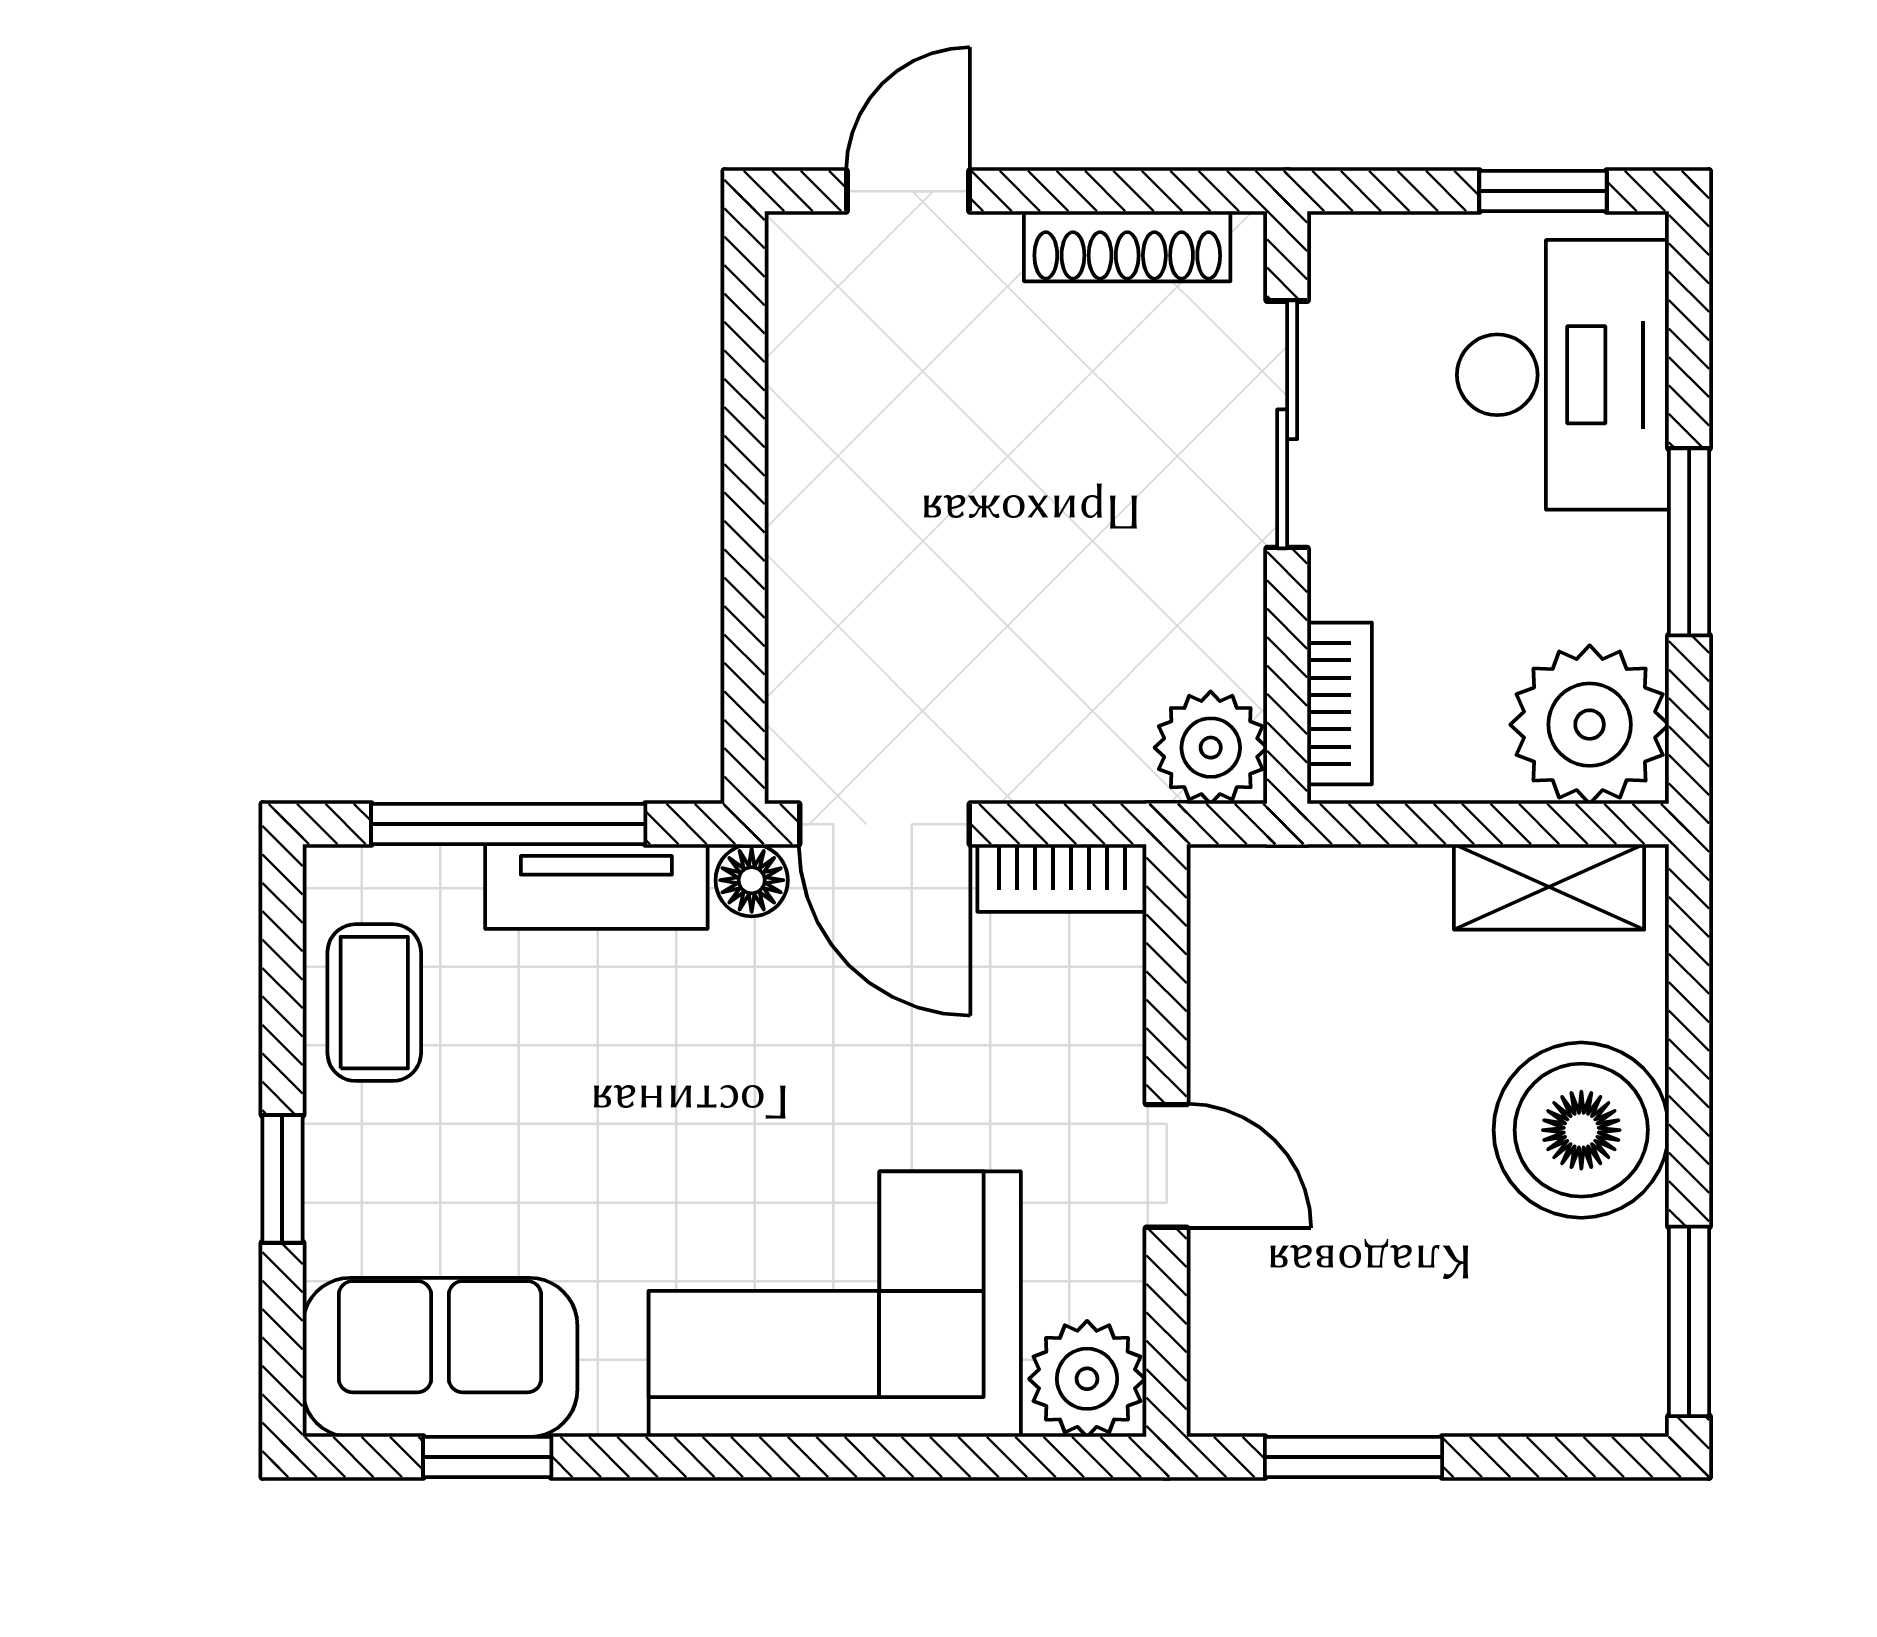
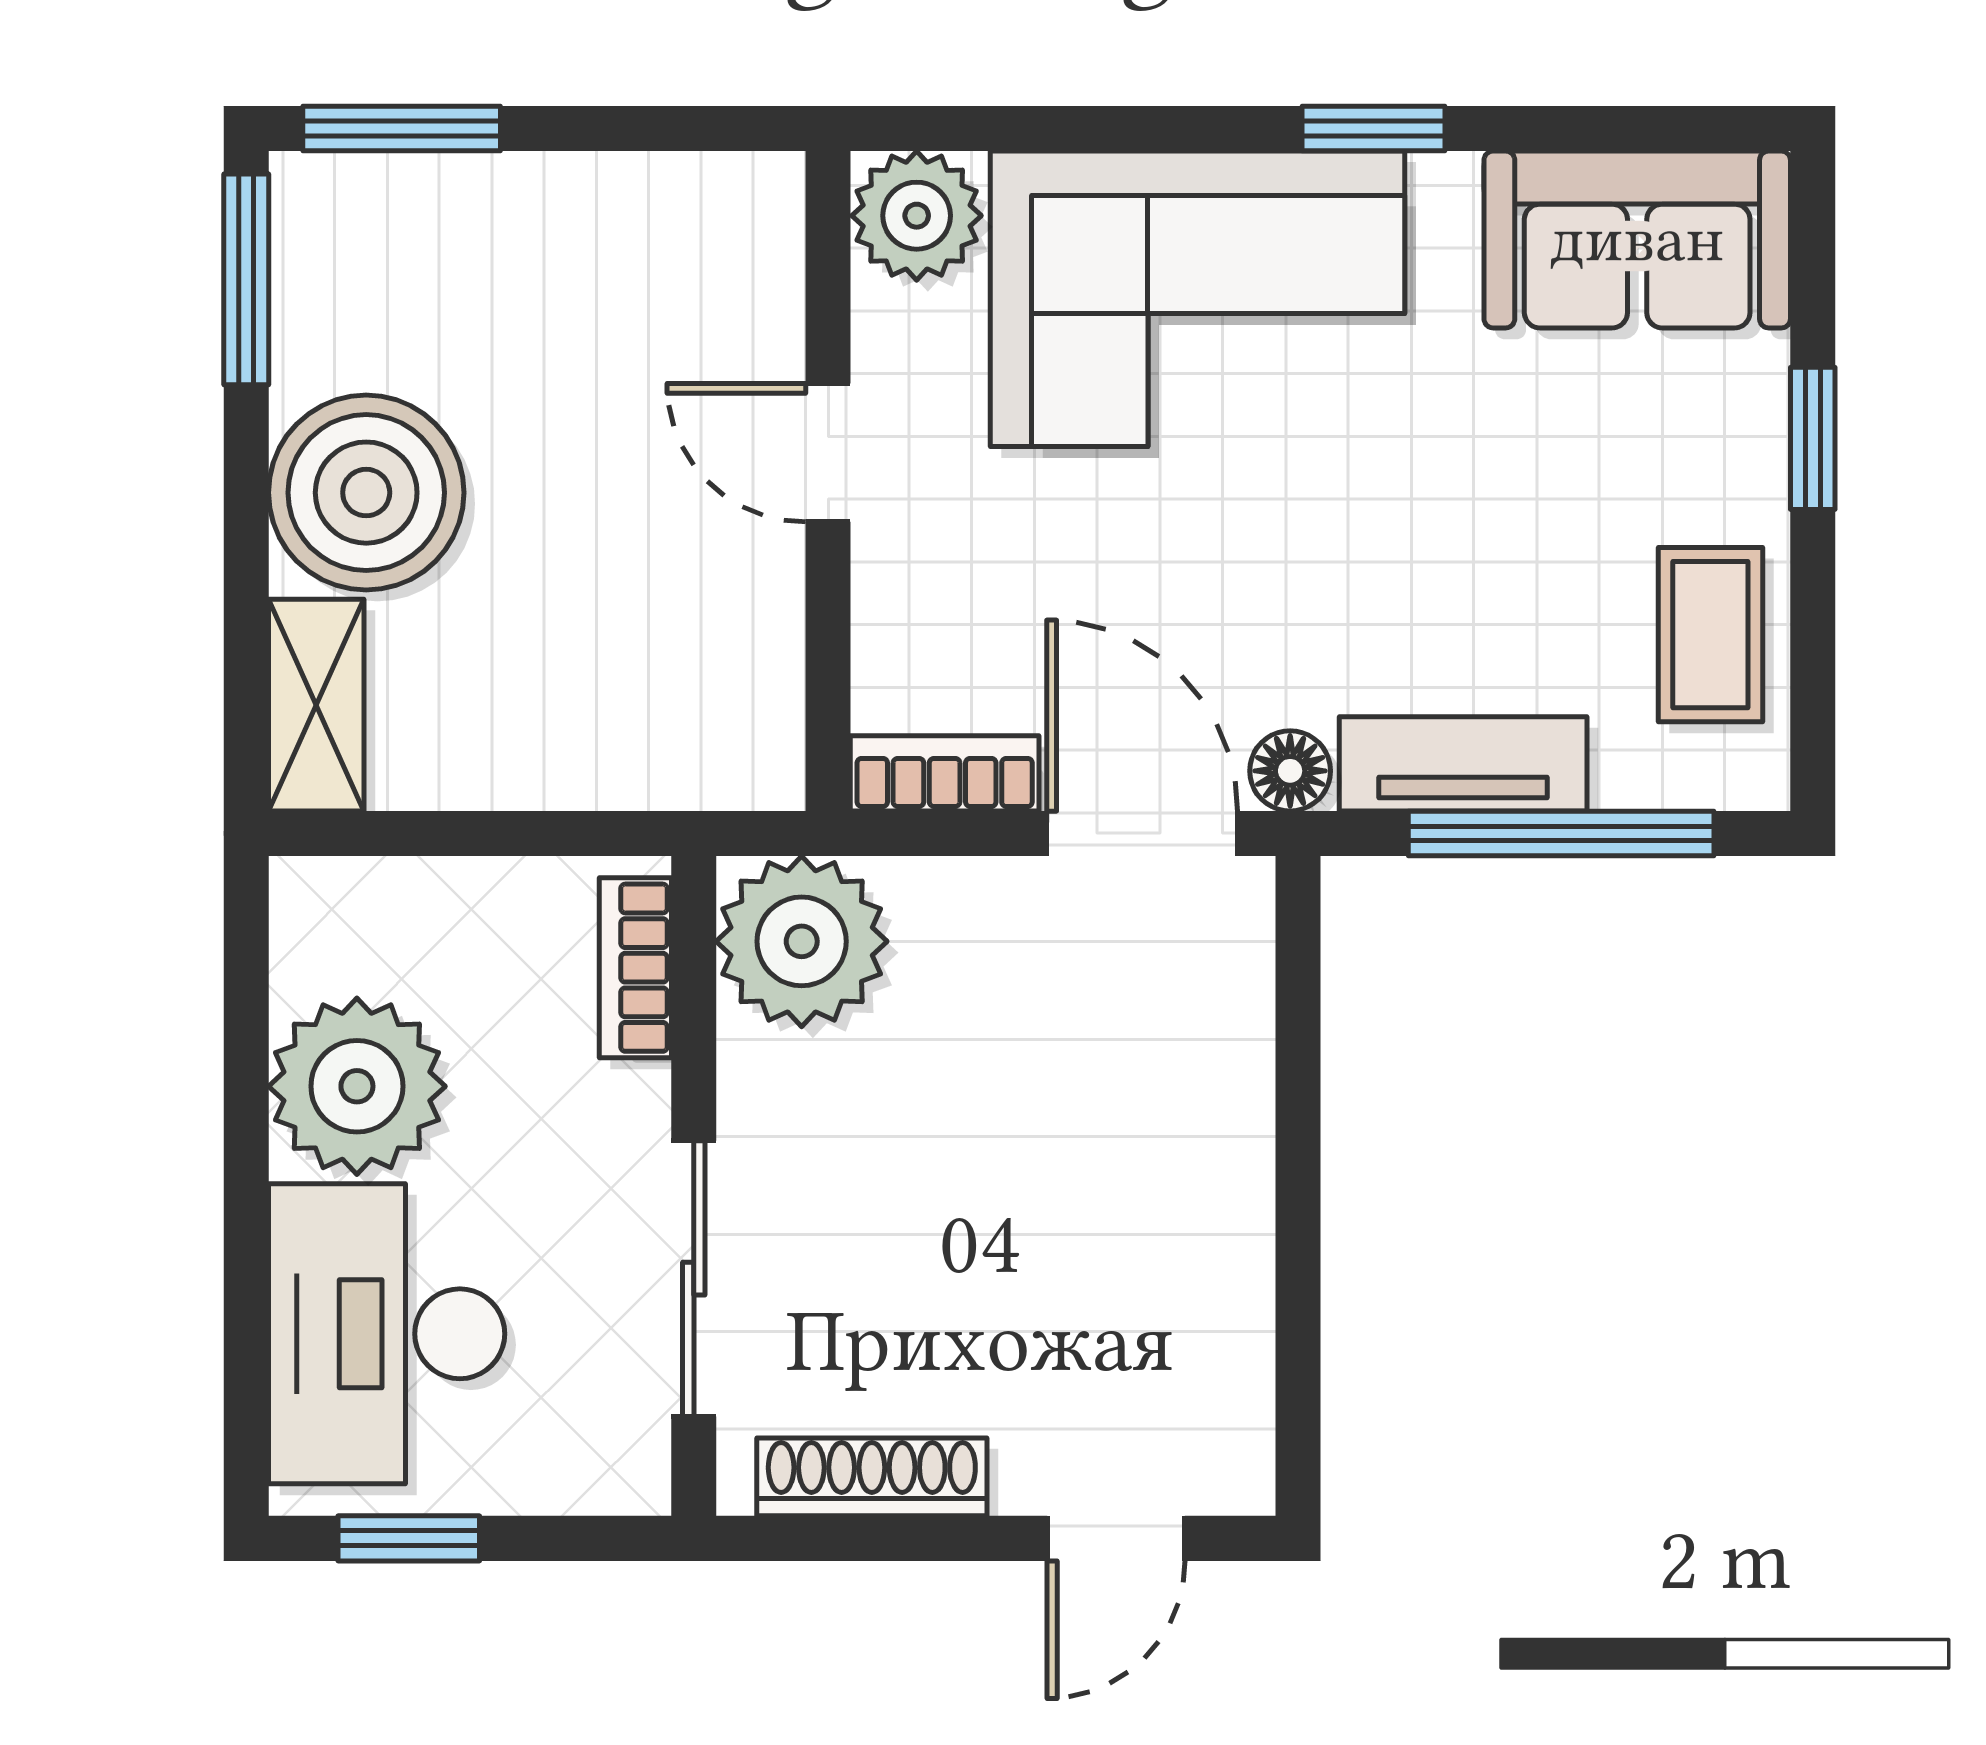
window: (1689, 542) -> (246, 1148), removed
plant: (1590, 725) -> (357, 1086), moved
plant: (1211, 748) -> (802, 941), width x1.36, depth x1.36
shelving: (1549, 887) -> (316, 705), moved, turned 90
window: (487, 1457) -> (1374, 129), moved
window: (1353, 1457) -> (402, 129), moved

